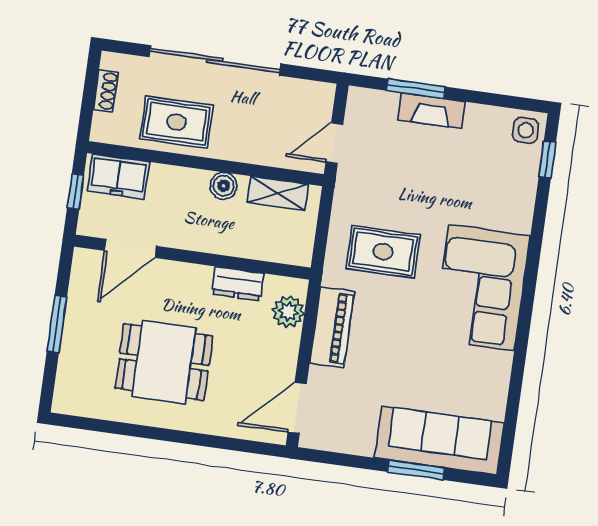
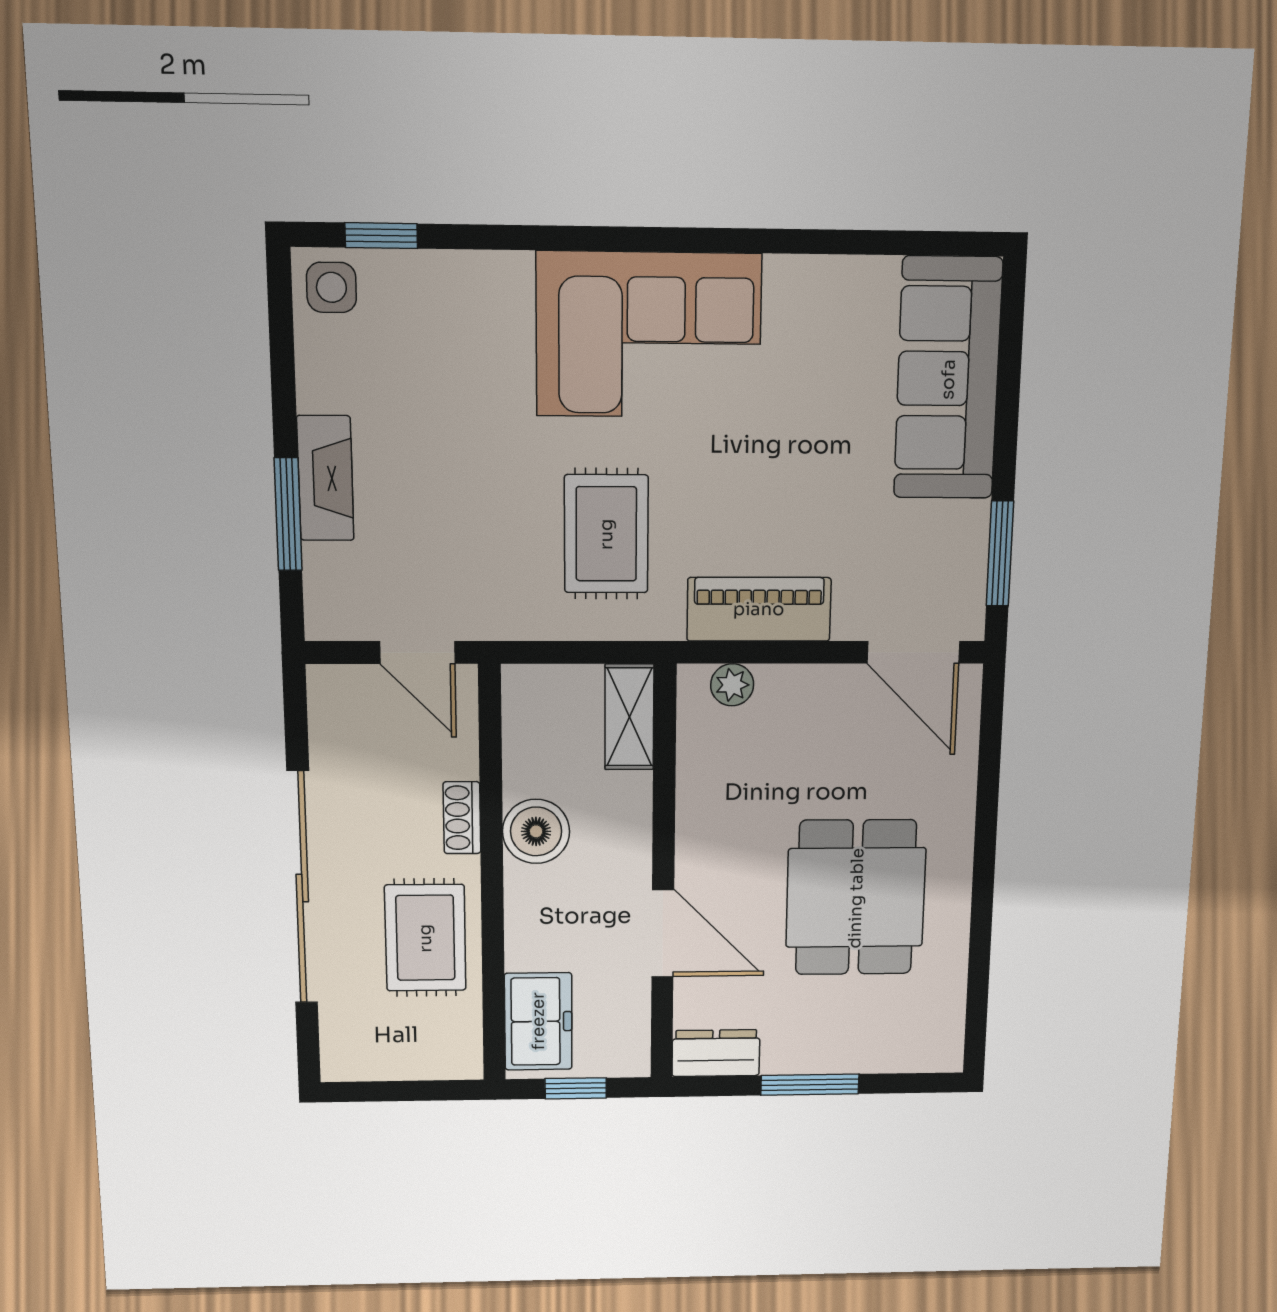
shoe rack: (106, 91) -> (462, 818), moved, turned -90
boiler: (224, 186) -> (536, 831), width x1.36, depth x1.36
shelving: (278, 193) -> (629, 717), moved
door: (130, 248) -> (663, 933), moved
dresser: (238, 284) -> (716, 1053), moved, turned -90
plant: (288, 312) -> (732, 685), width x0.73, depth x0.73
window: (416, 470) -> (1000, 554), moved

